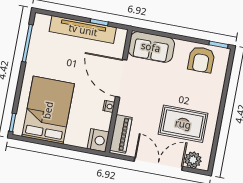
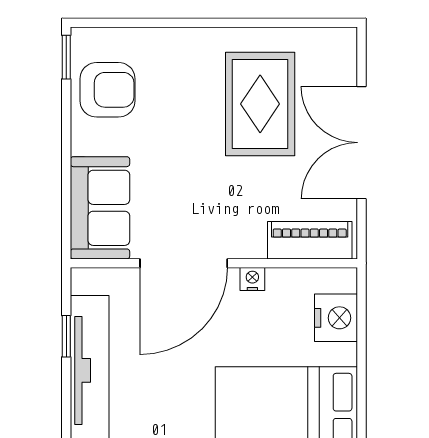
nightstand: (98, 140) -> (336, 318), moved, turned 90
plant: (193, 160) -> (338, 66), removed

